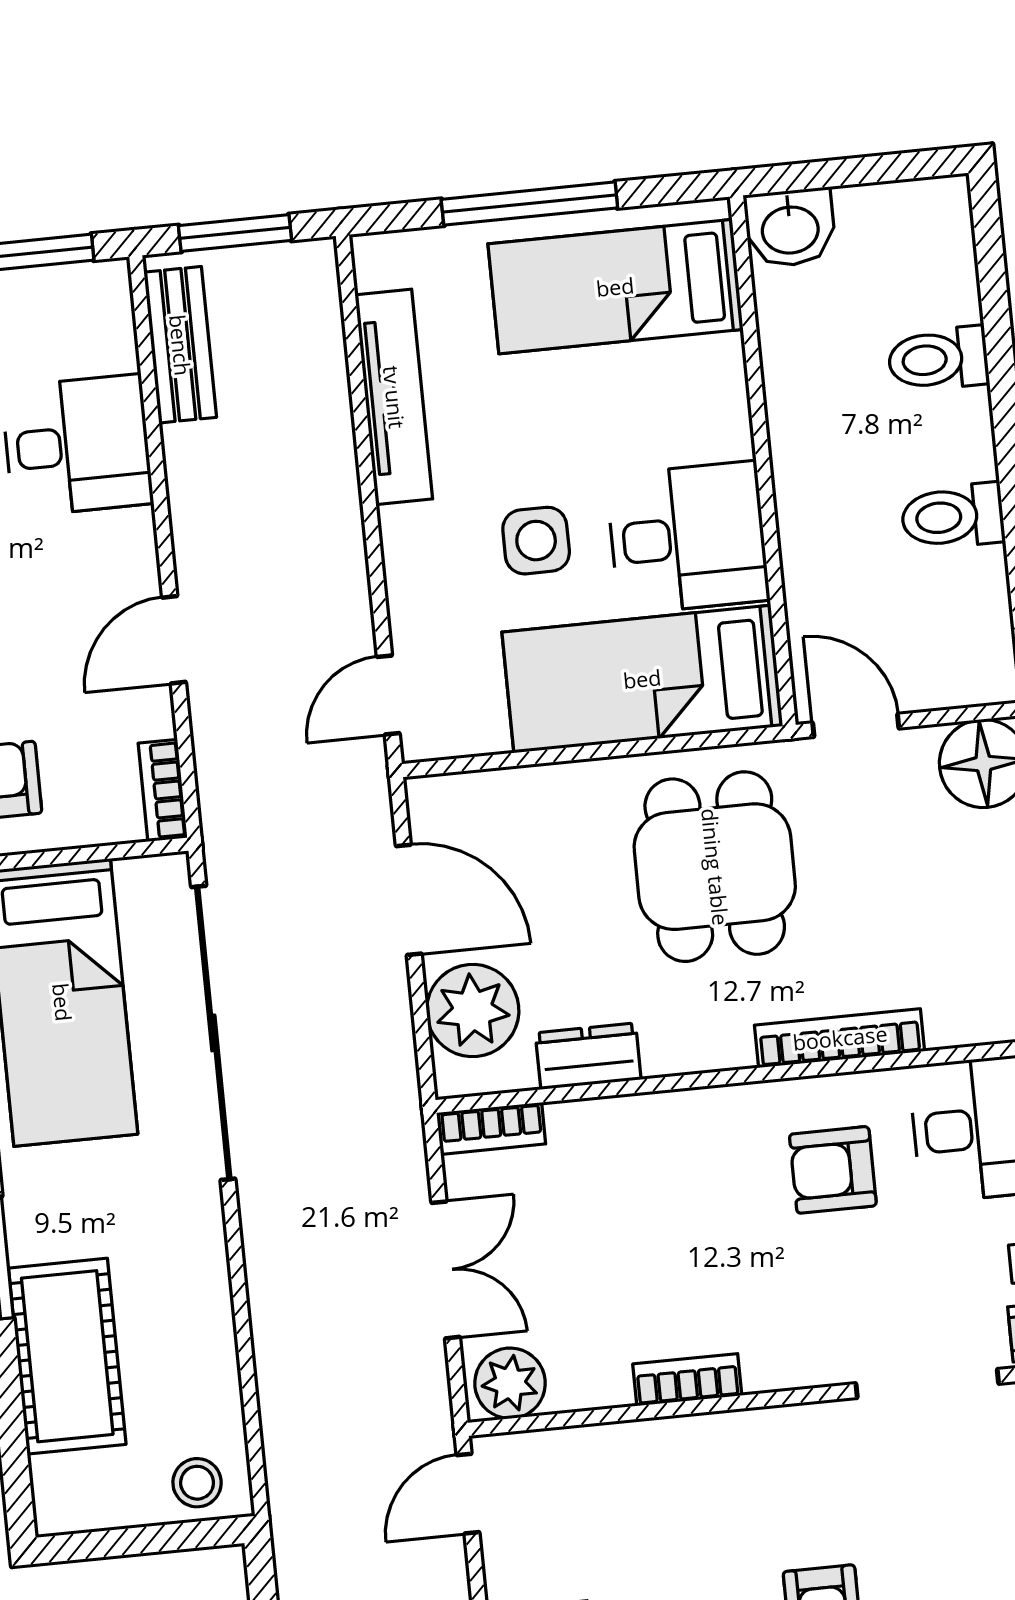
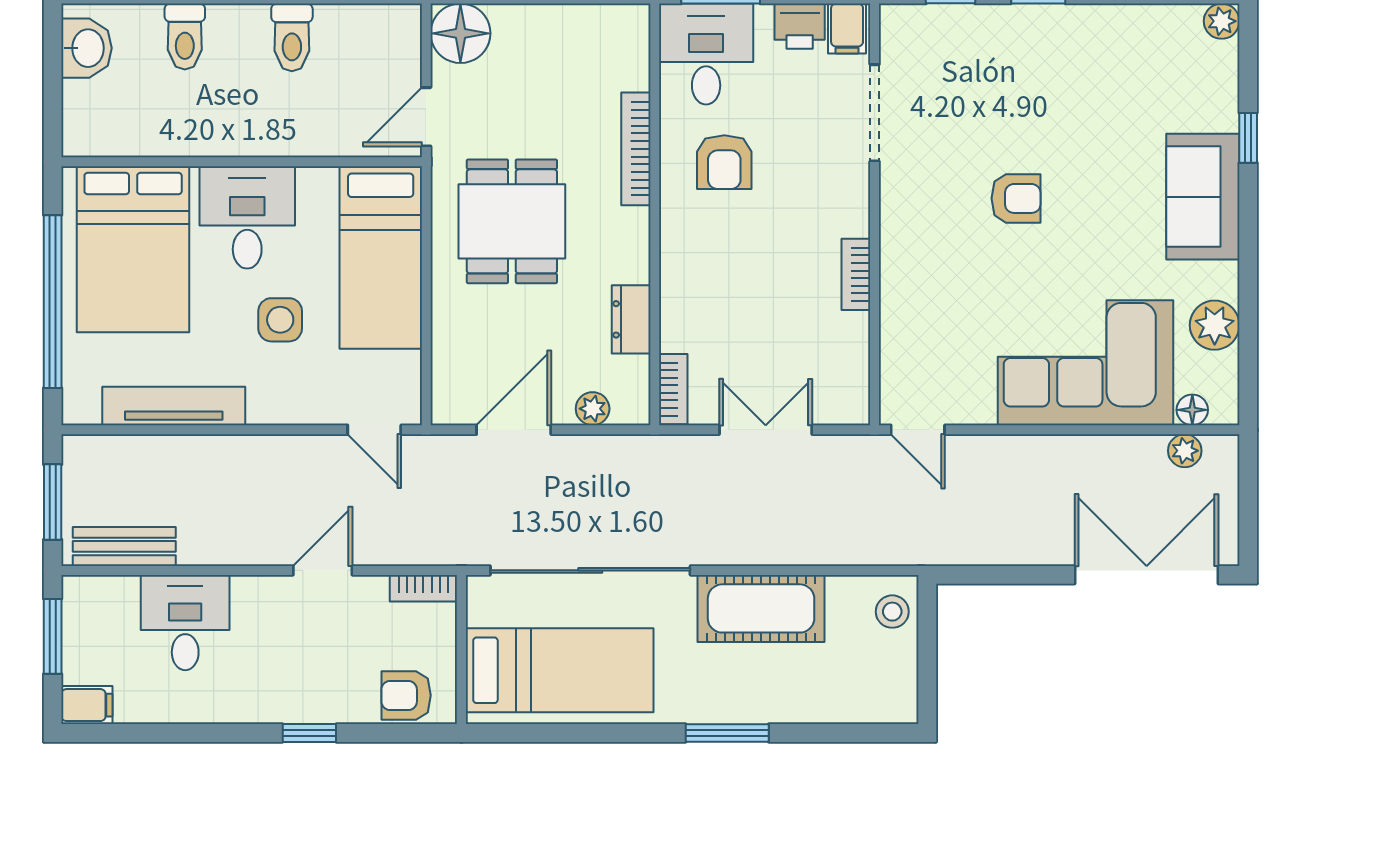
window: (529, 204) -> (53, 302), width x1.46
washbasin: (790, 228) -> (87, 48), moved
bed: (615, 287) -> (133, 249), width x1.50
desk: (688, 538) -> (247, 217), moved
door: (174, 640) -> (323, 570), swing flipped
dining table: (715, 867) -> (512, 221), turned 90
plant: (473, 1011) -> (593, 409), width x0.53, depth x0.53
cot: (67, 1356) -> (761, 608), moved
plant: (510, 1383) -> (846, 394), removed

